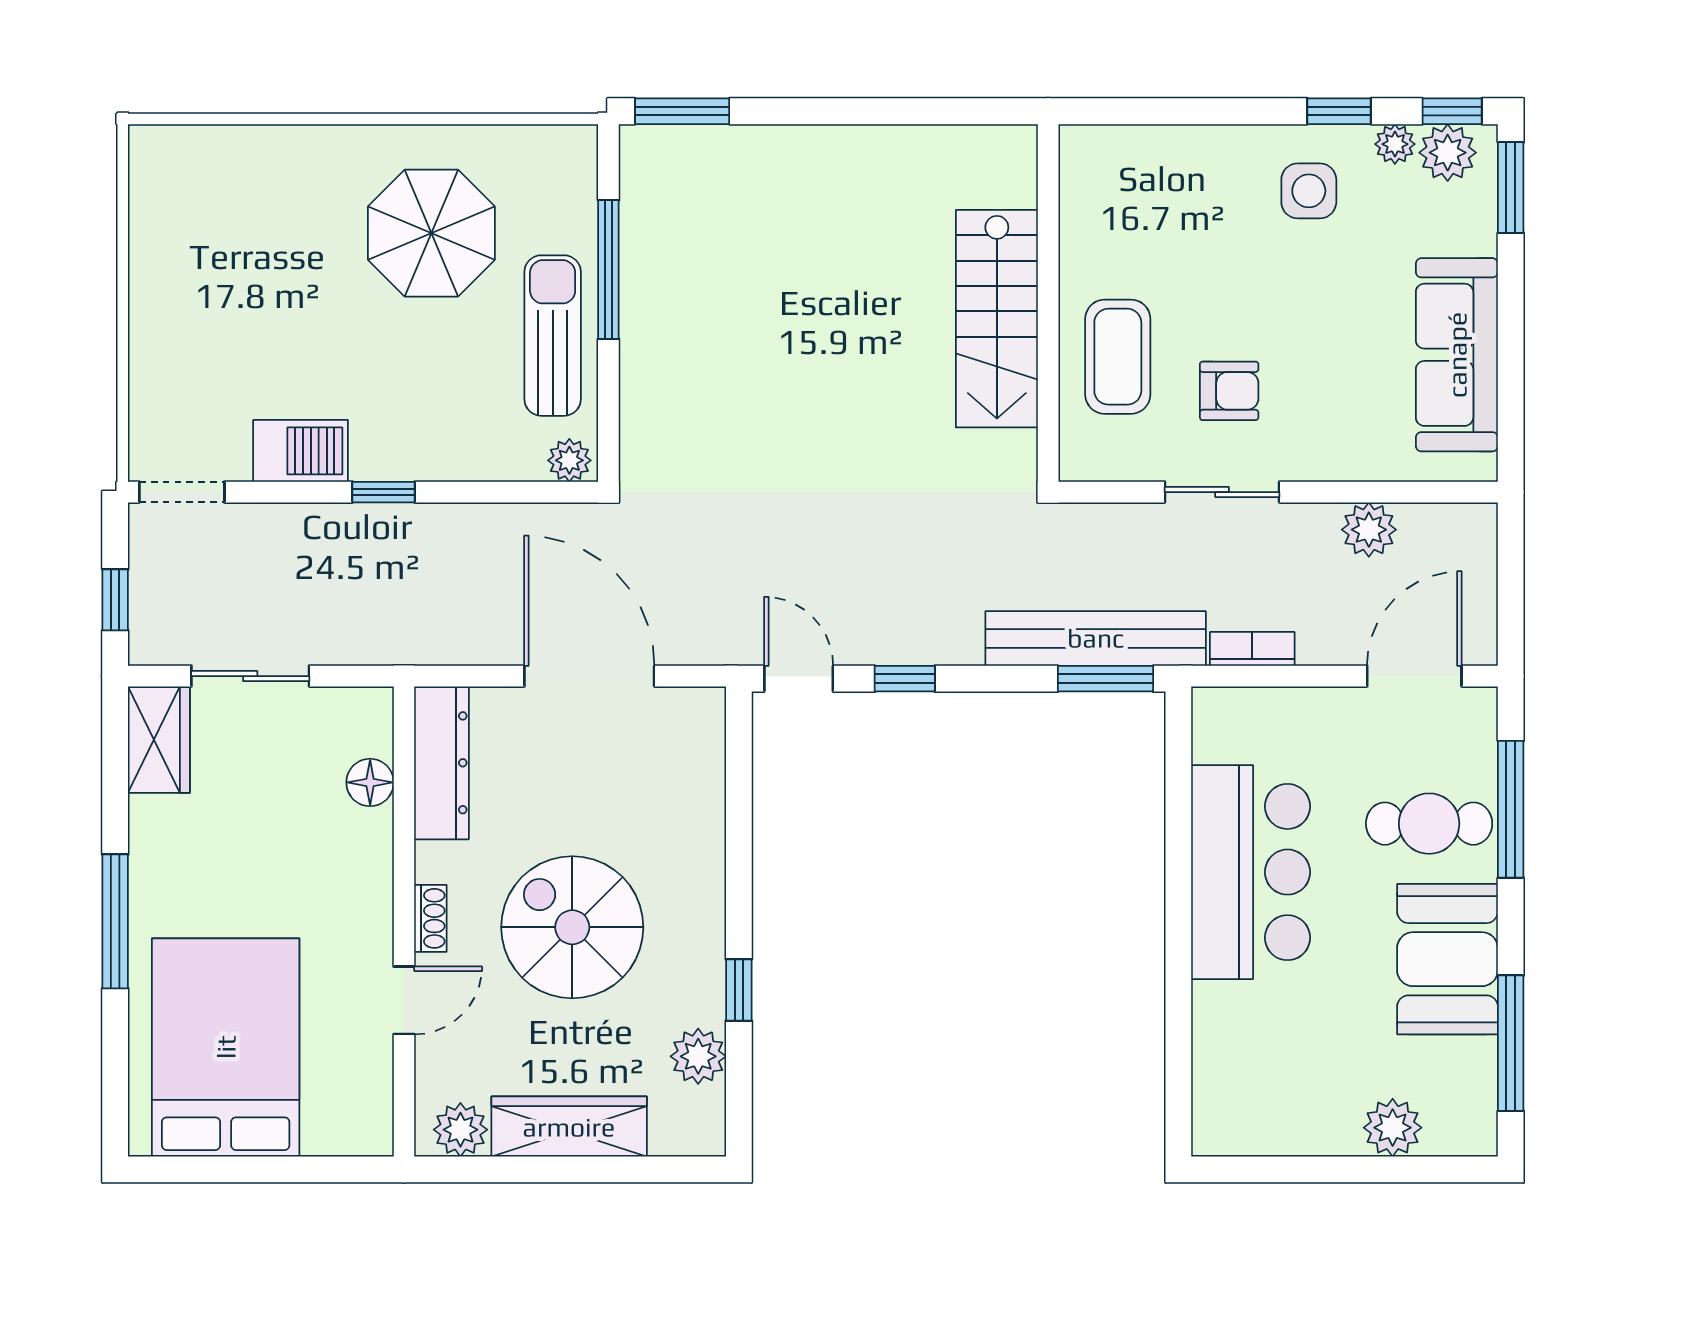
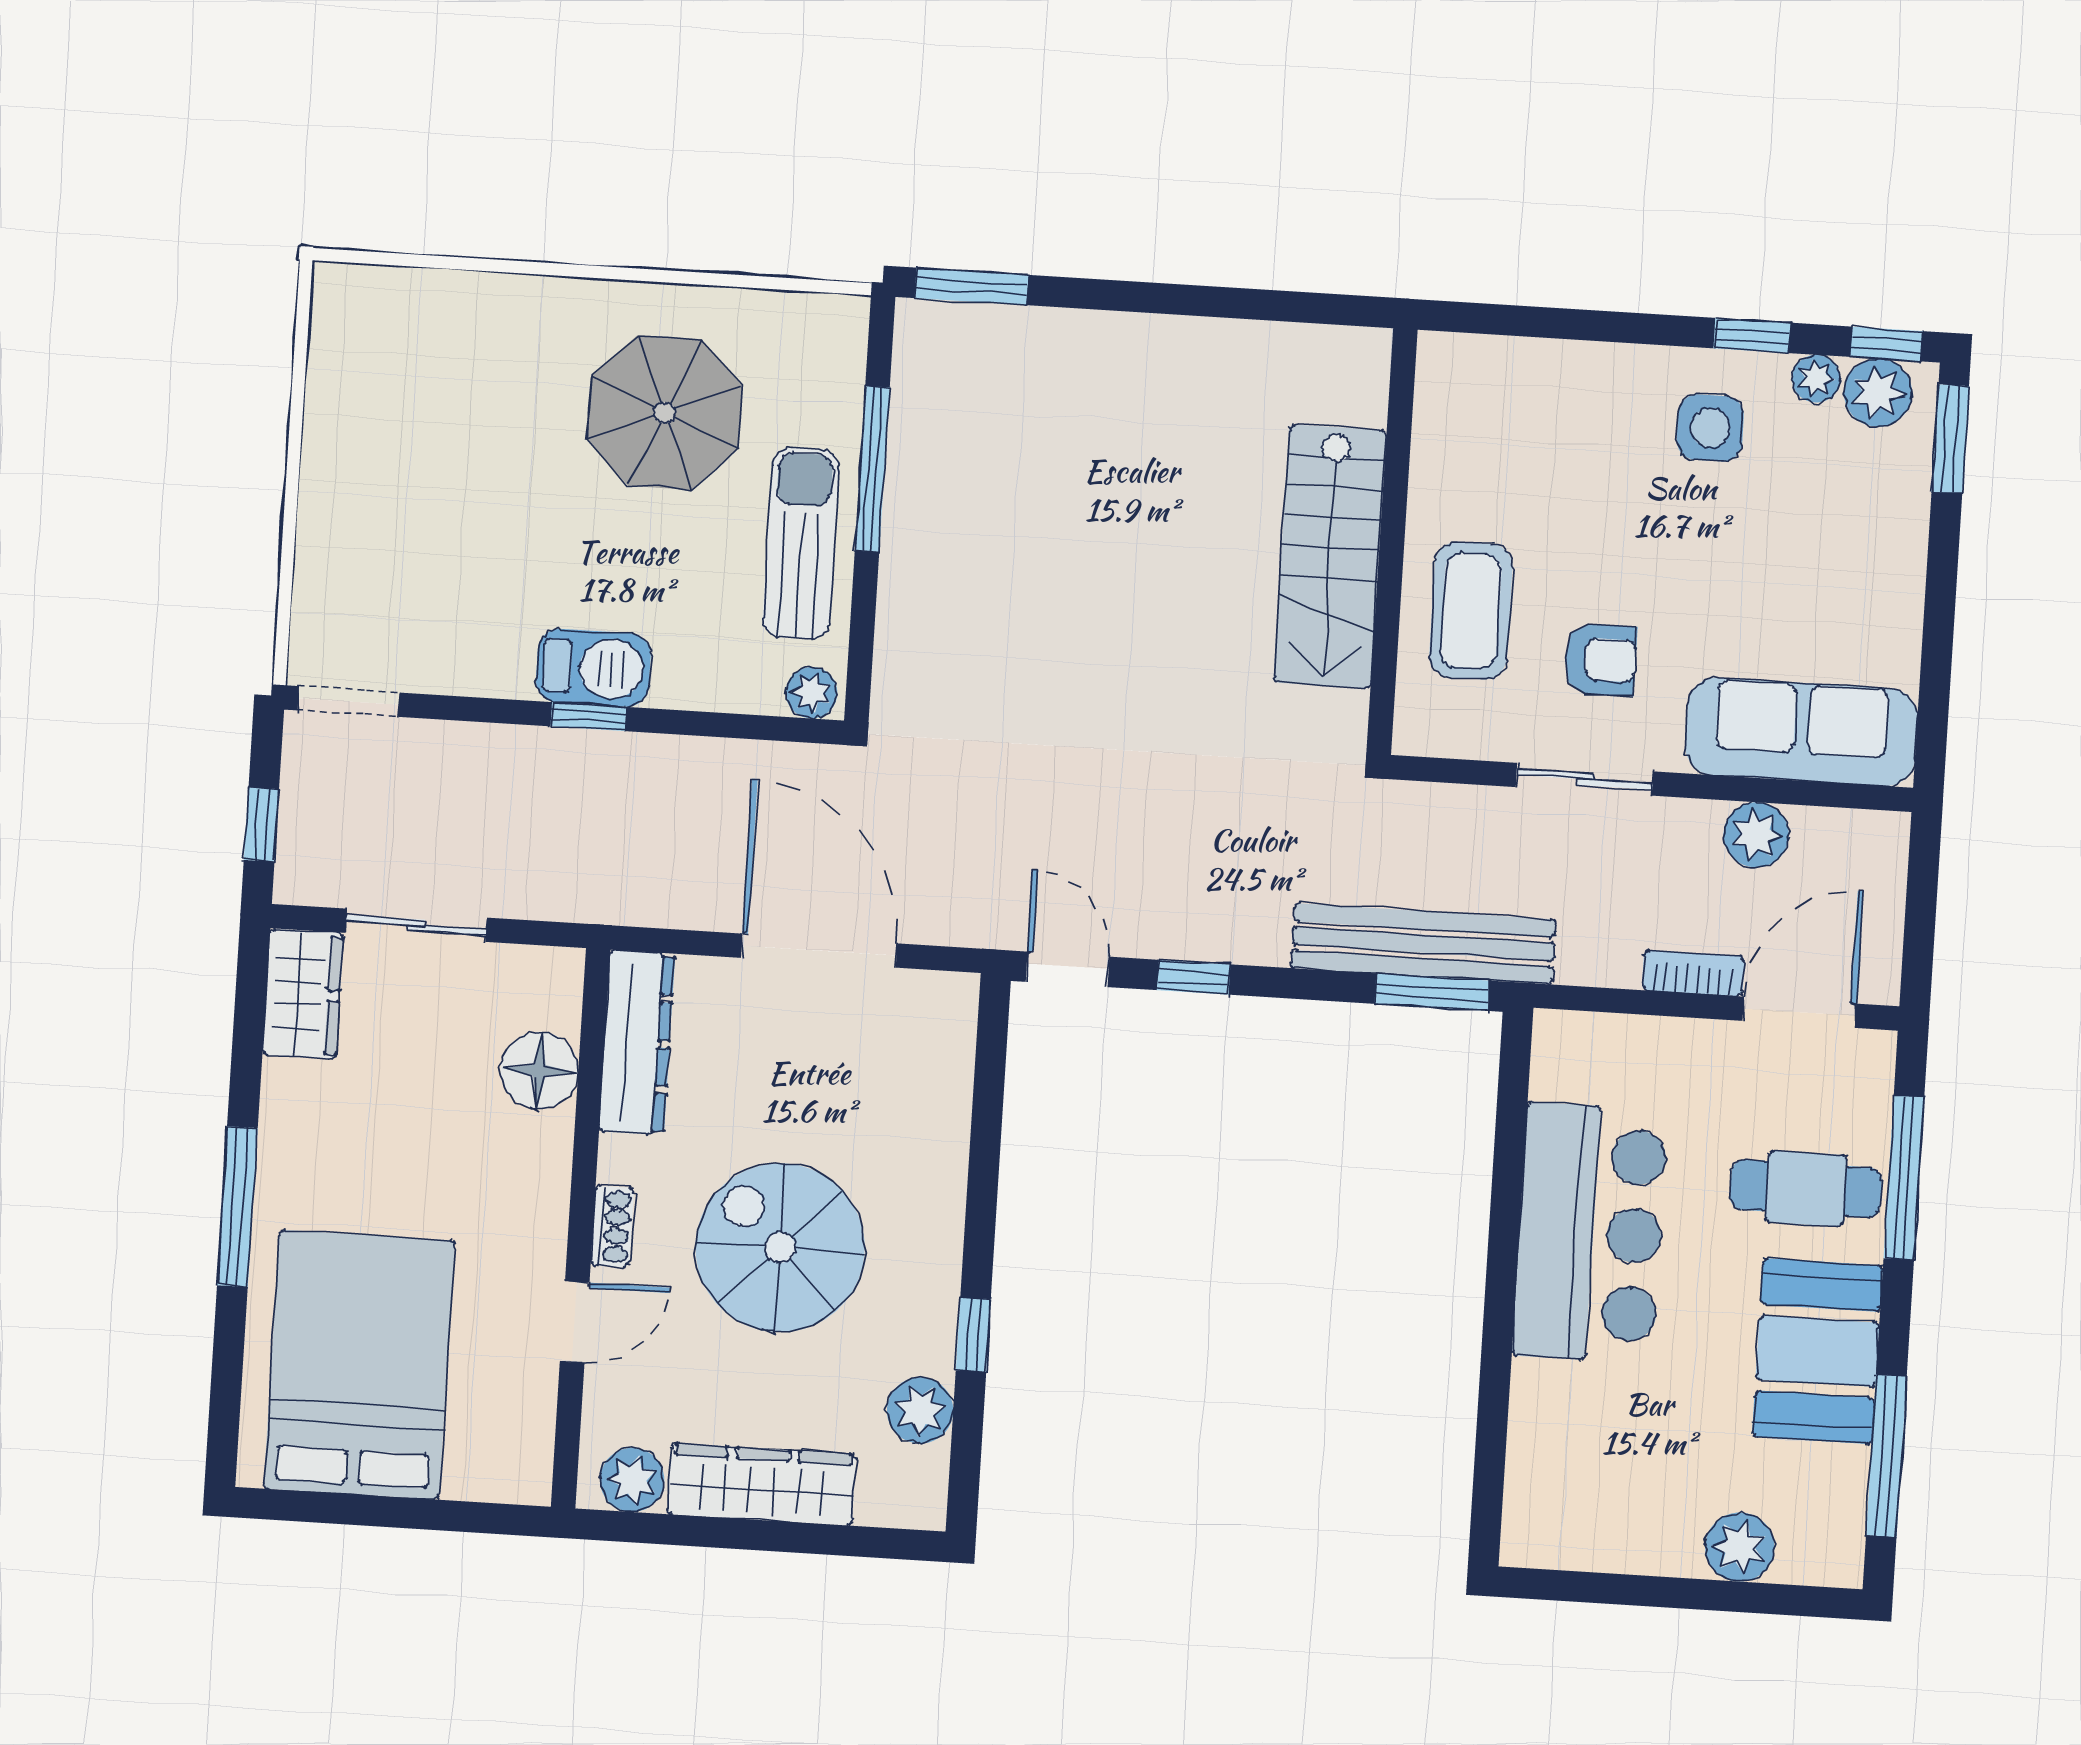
sofa: (1457, 355) -> (1801, 732), moved, turned 90
barbecue: (301, 451) -> (593, 668), moved
bookcase: (1252, 649) -> (1693, 973), moved
floor lamp: (370, 782) -> (539, 1071), width x1.38, depth x1.38

